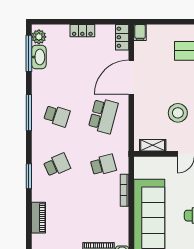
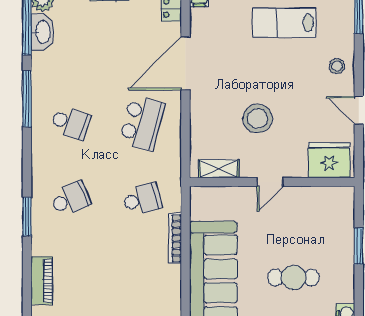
window: (29, 113) -> (27, 99), moved

